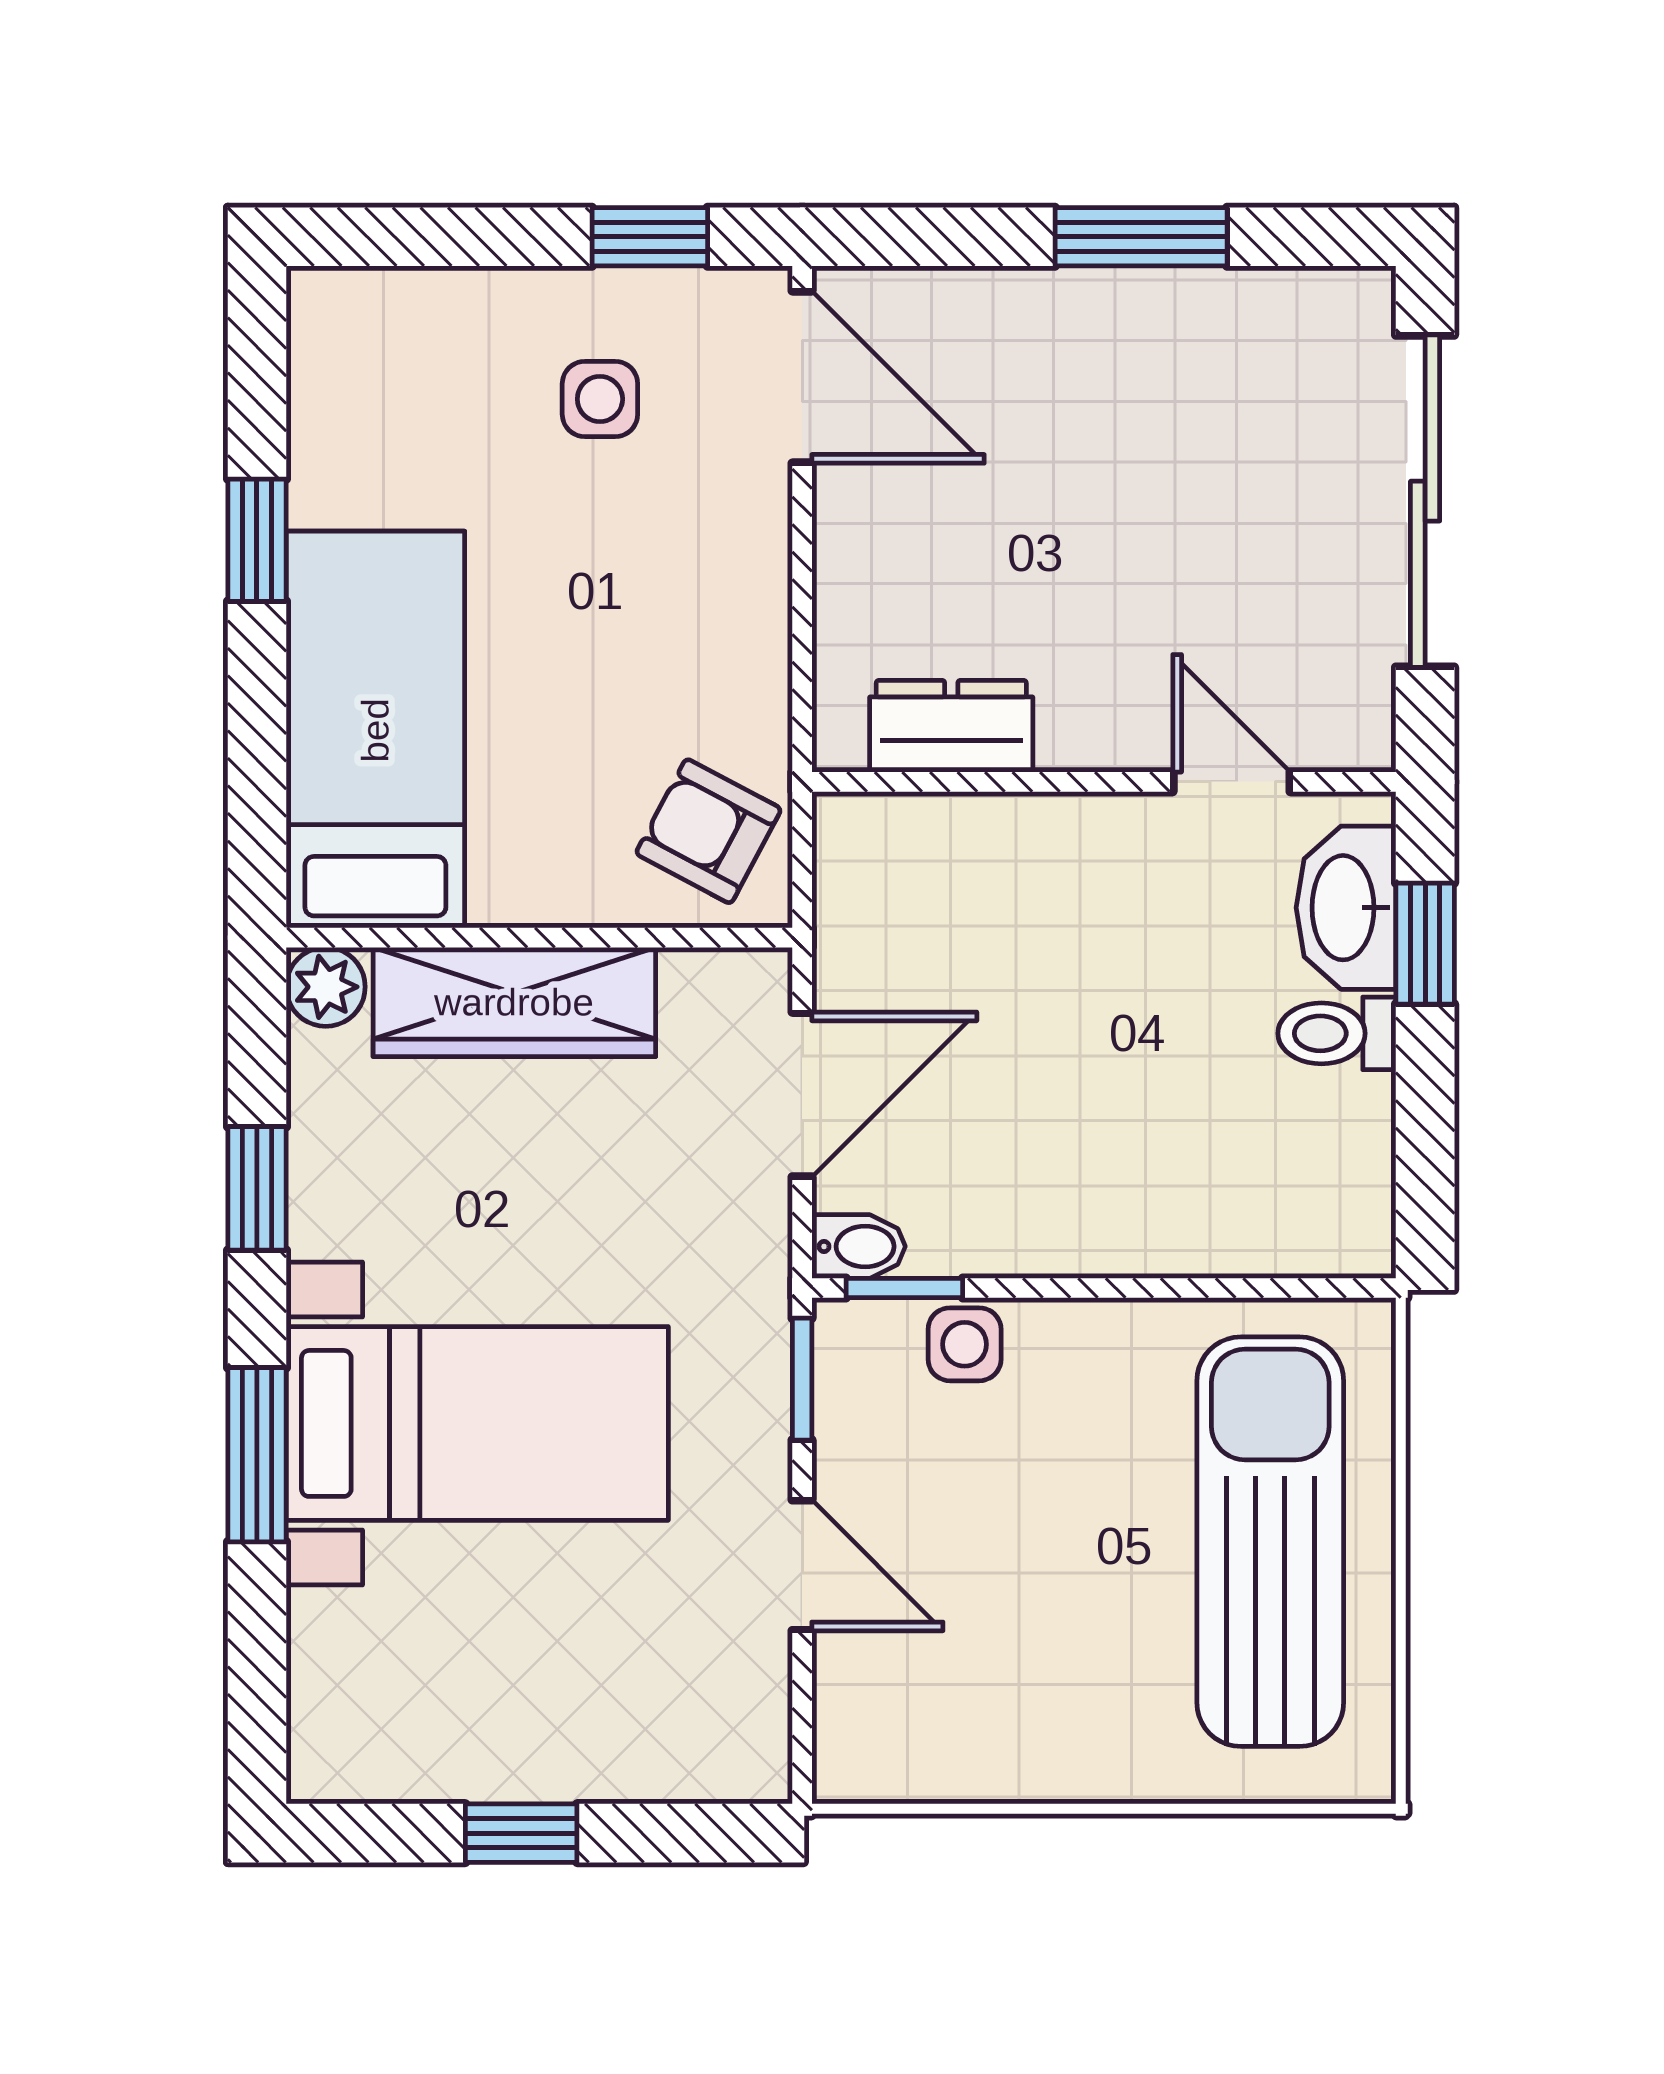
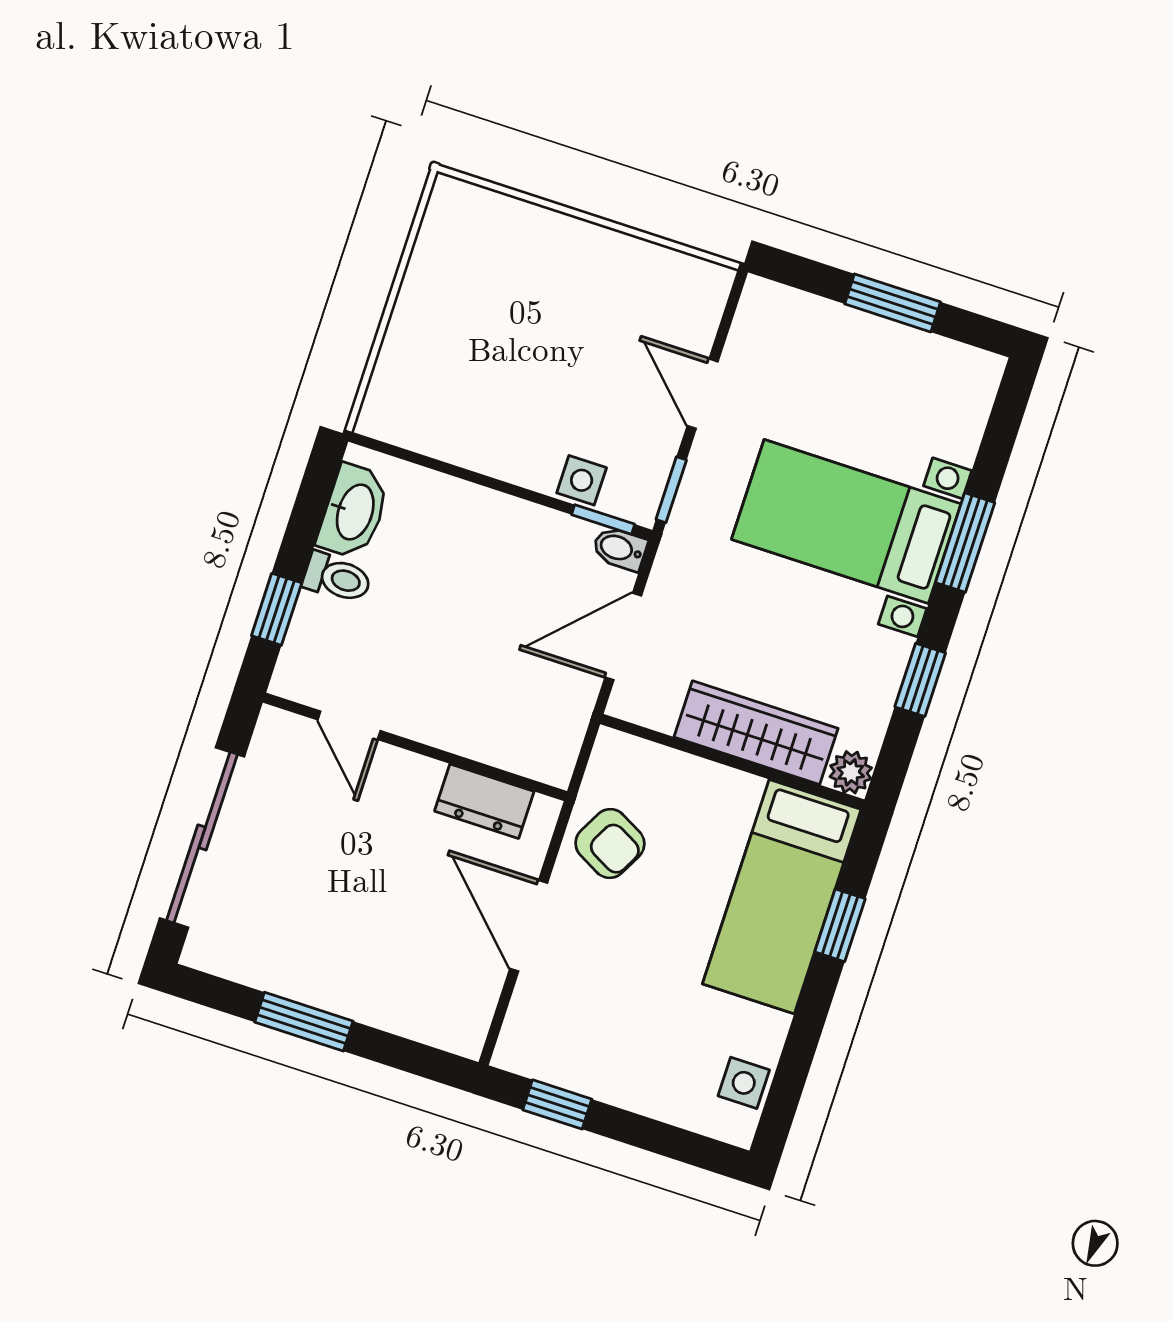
door: (802, 377) -> (529, 926), moved
side table: (600, 399) -> (744, 1083), moved
window: (257, 540) -> (840, 925), moved
armchair: (708, 831) -> (610, 843), moved
washbasin: (1346, 908) -> (354, 511), moved
sun lounger: (1270, 1542) -> (457, 327), removed
window: (521, 1833) -> (893, 303), width x1.50

